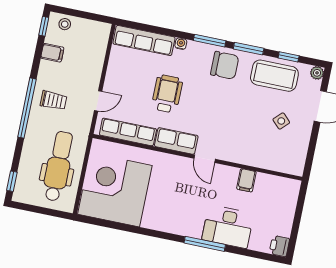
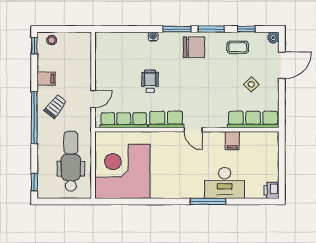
row of seats: (144, 40) -> (253, 120), moved, turned 180
filing cabinet: (52, 53) -> (46, 79), moved
coffee table: (274, 76) -> (238, 47), width x0.54, depth x0.58
wheelchair: (167, 94) -> (150, 81), width x0.73, depth x0.73
trolley: (53, 100) -> (55, 106), turned -52

